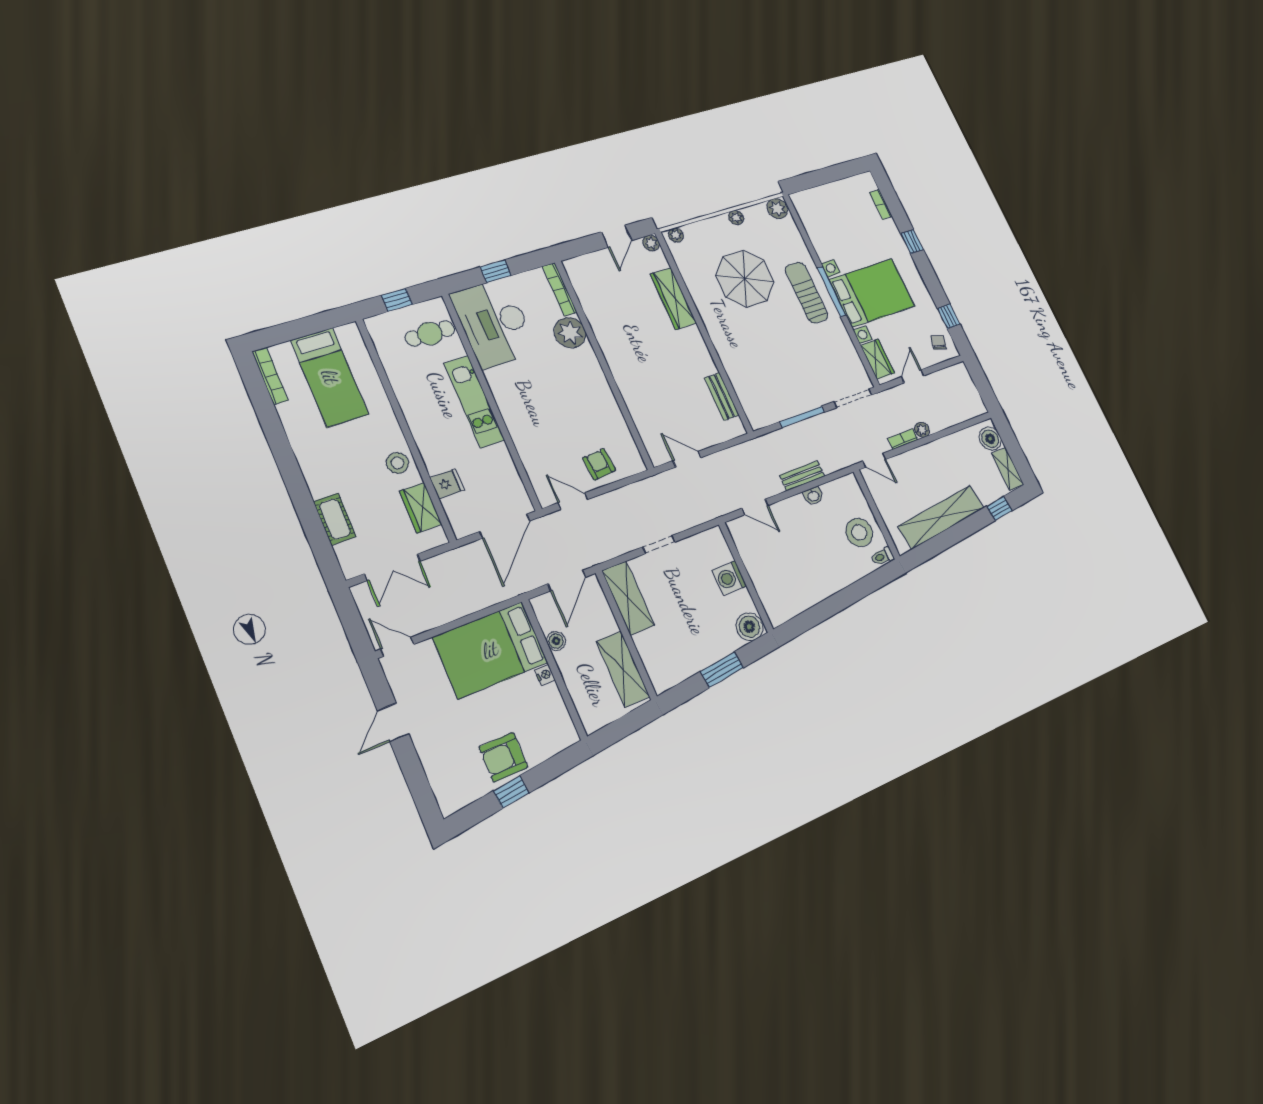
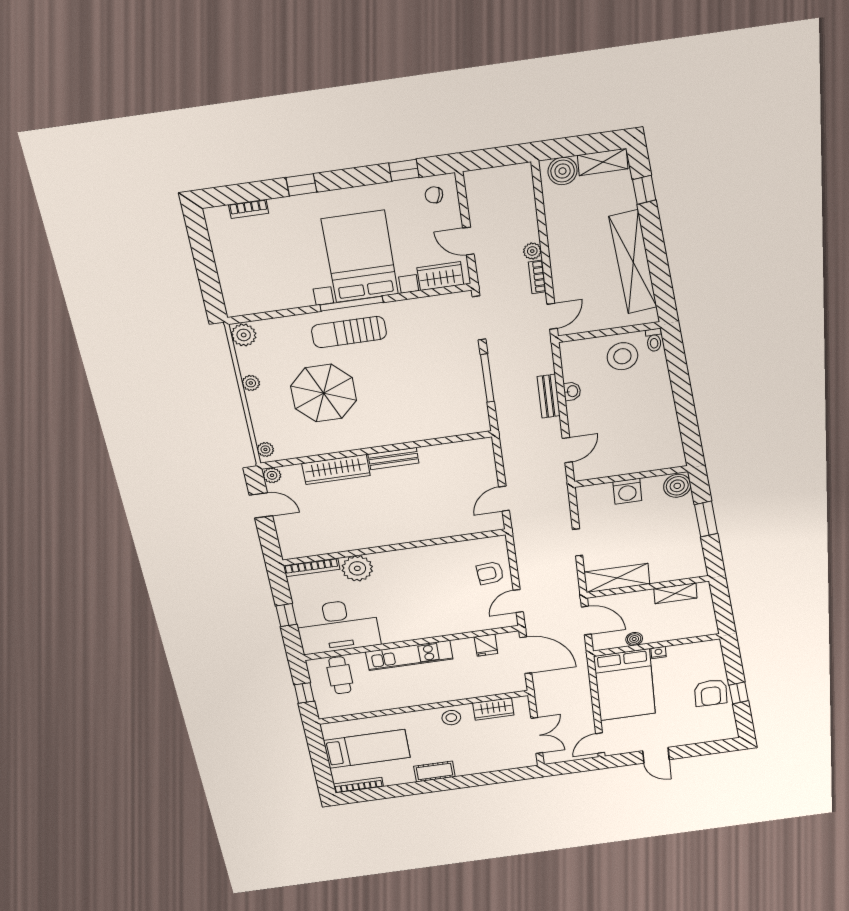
bench: (722, 397) -> (393, 459), moved
fridge: (447, 484) -> (486, 645), moved, turned 180
cot: (335, 519) -> (434, 771), moved
shelving: (623, 669) -> (675, 593), width x0.67, depth x0.75

